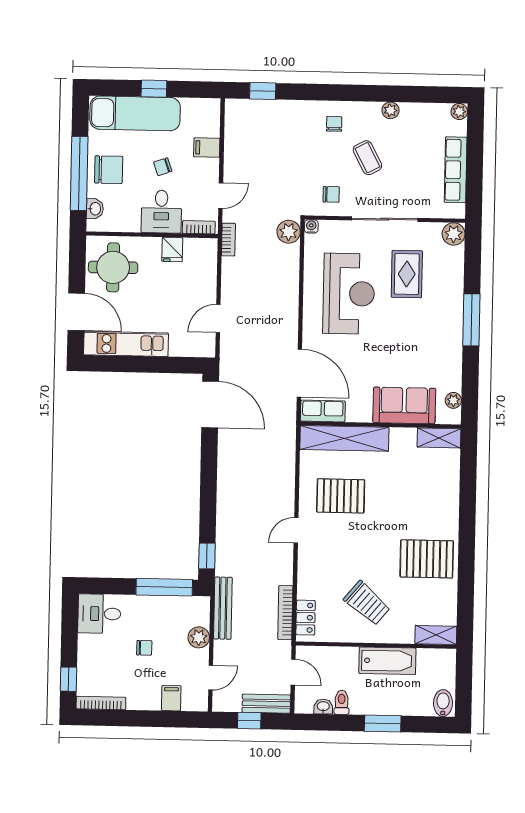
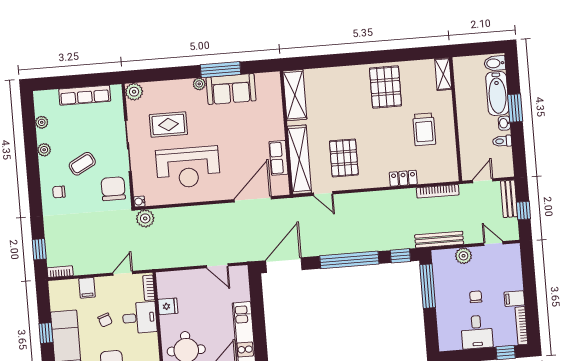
plant: (459, 111) -> (42, 122), moved
chair: (331, 194) -> (113, 189), width x1.87, depth x1.87
door: (221, 196) -> (123, 273), hinge flipped
bookcase: (228, 240) -> (60, 272), moved
reception desk: (349, 294) -> (188, 167), turned 180
window: (471, 320) -> (221, 70), moved
plant: (453, 400) -> (199, 84), moved
sofa: (404, 405) -> (231, 89), moved, turned -90
row of seats: (323, 411) -> (278, 158), moved
shelving: (439, 438) -> (295, 95), width x1.50, depth x1.33
window: (208, 490) -> (349, 260), added
door: (296, 530) -> (323, 194), moved
trolley: (367, 603) -> (424, 129), turned 140
desk: (99, 614) -> (477, 332), moved
locker: (306, 618) -> (403, 178), moved
bathtub: (387, 661) -> (497, 93), moved, turned 180
filing cabinet: (171, 698) -> (514, 299), moved
washbasin: (323, 707) -> (504, 123), moved

